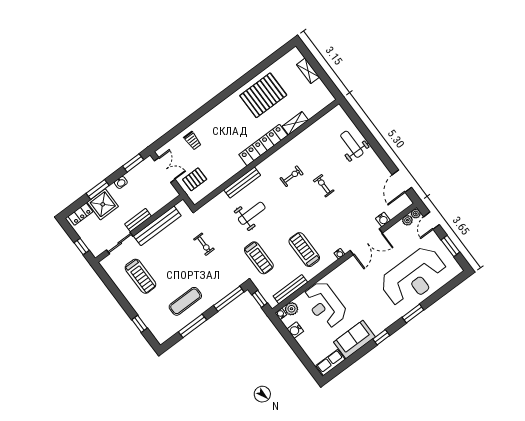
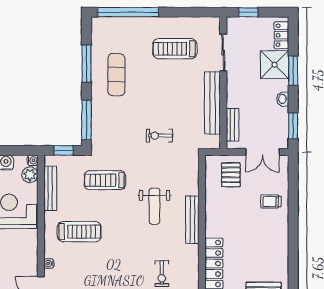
bench: (138, 220) -> (232, 125), moved
window: (140, 324) -> (128, 12), width x3.17

